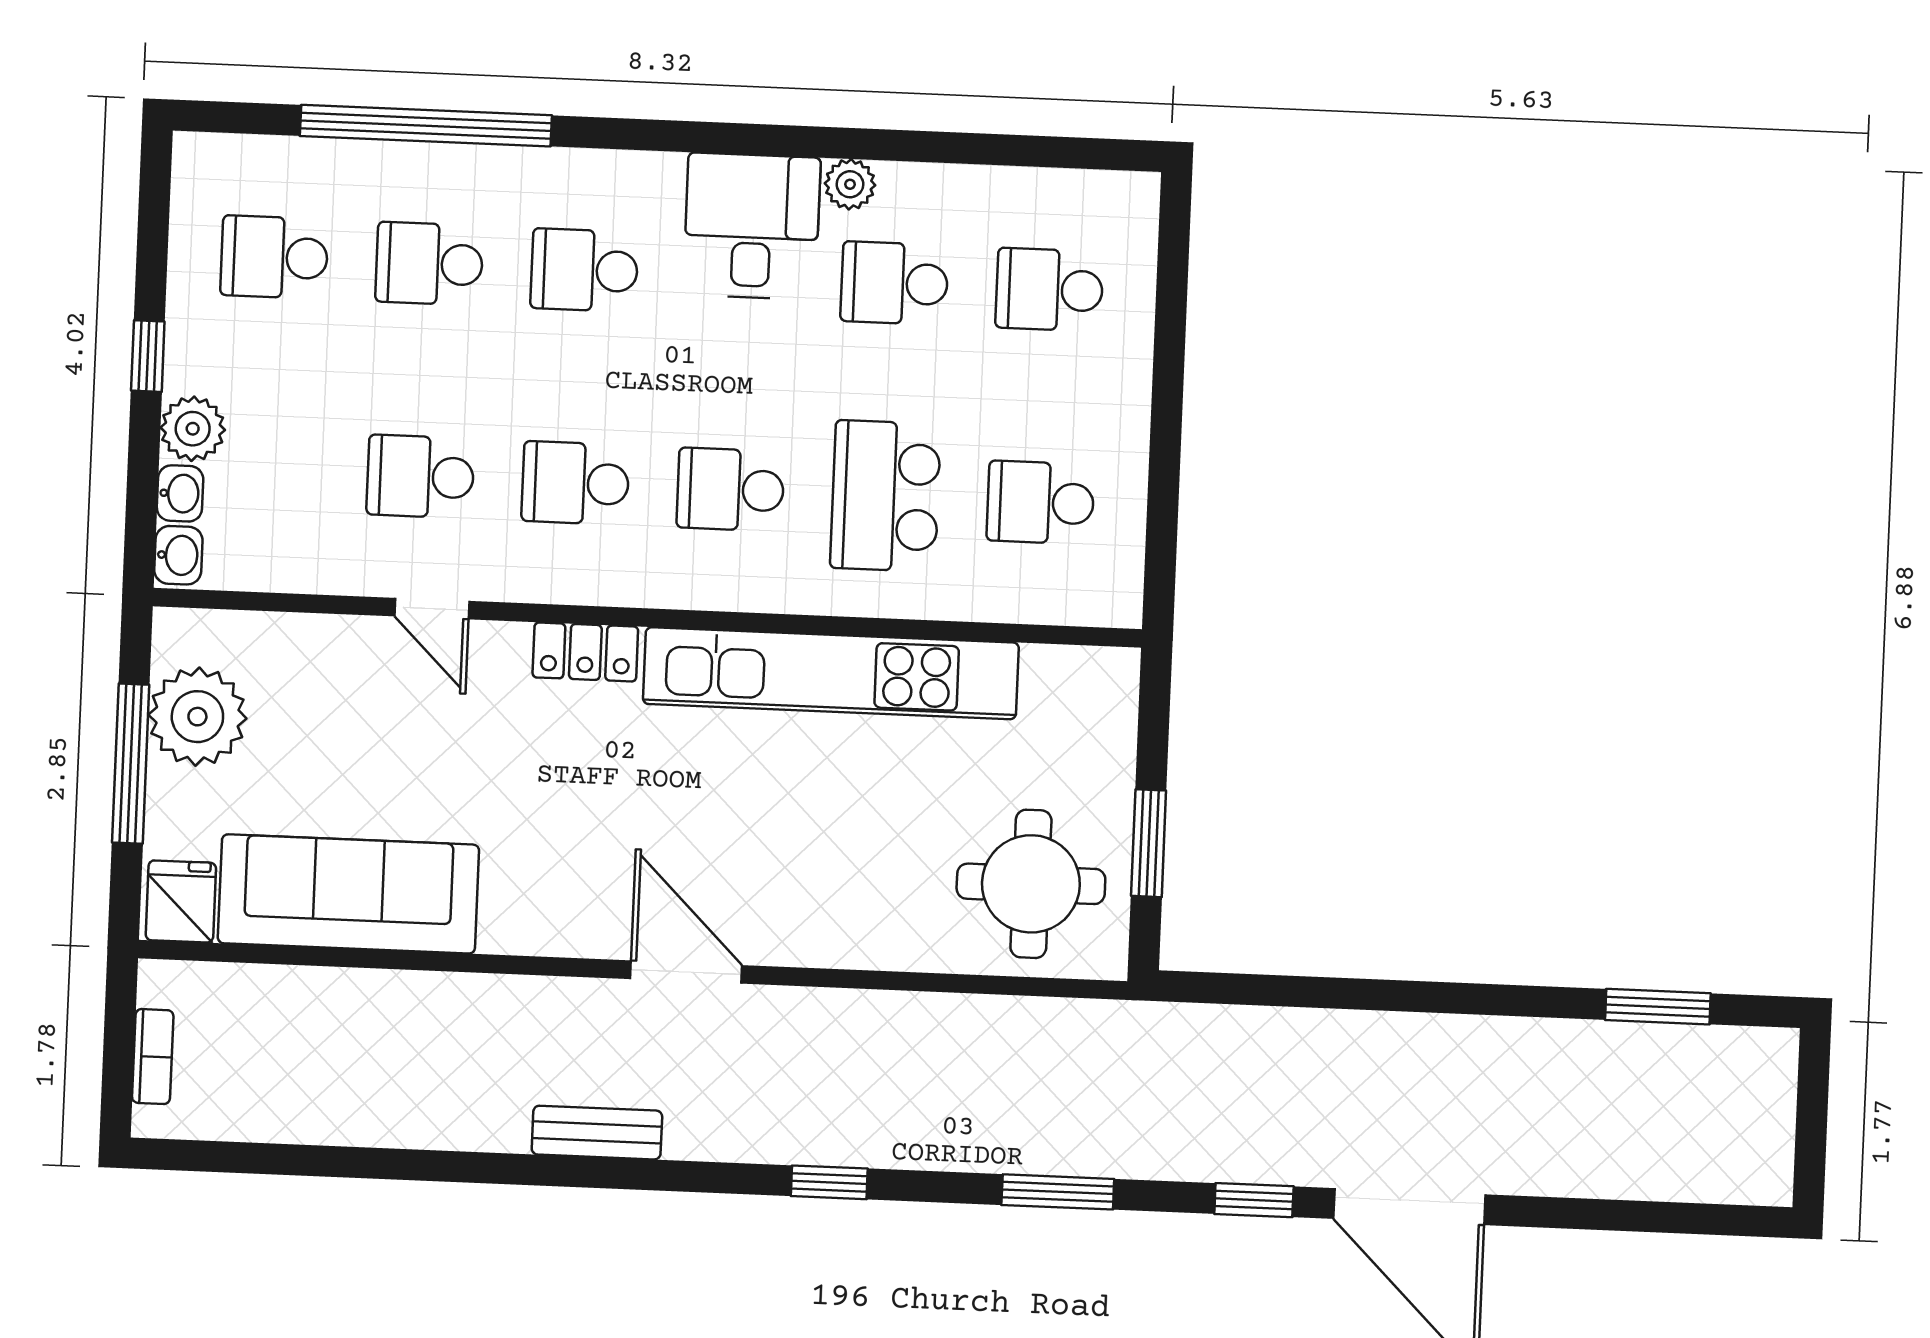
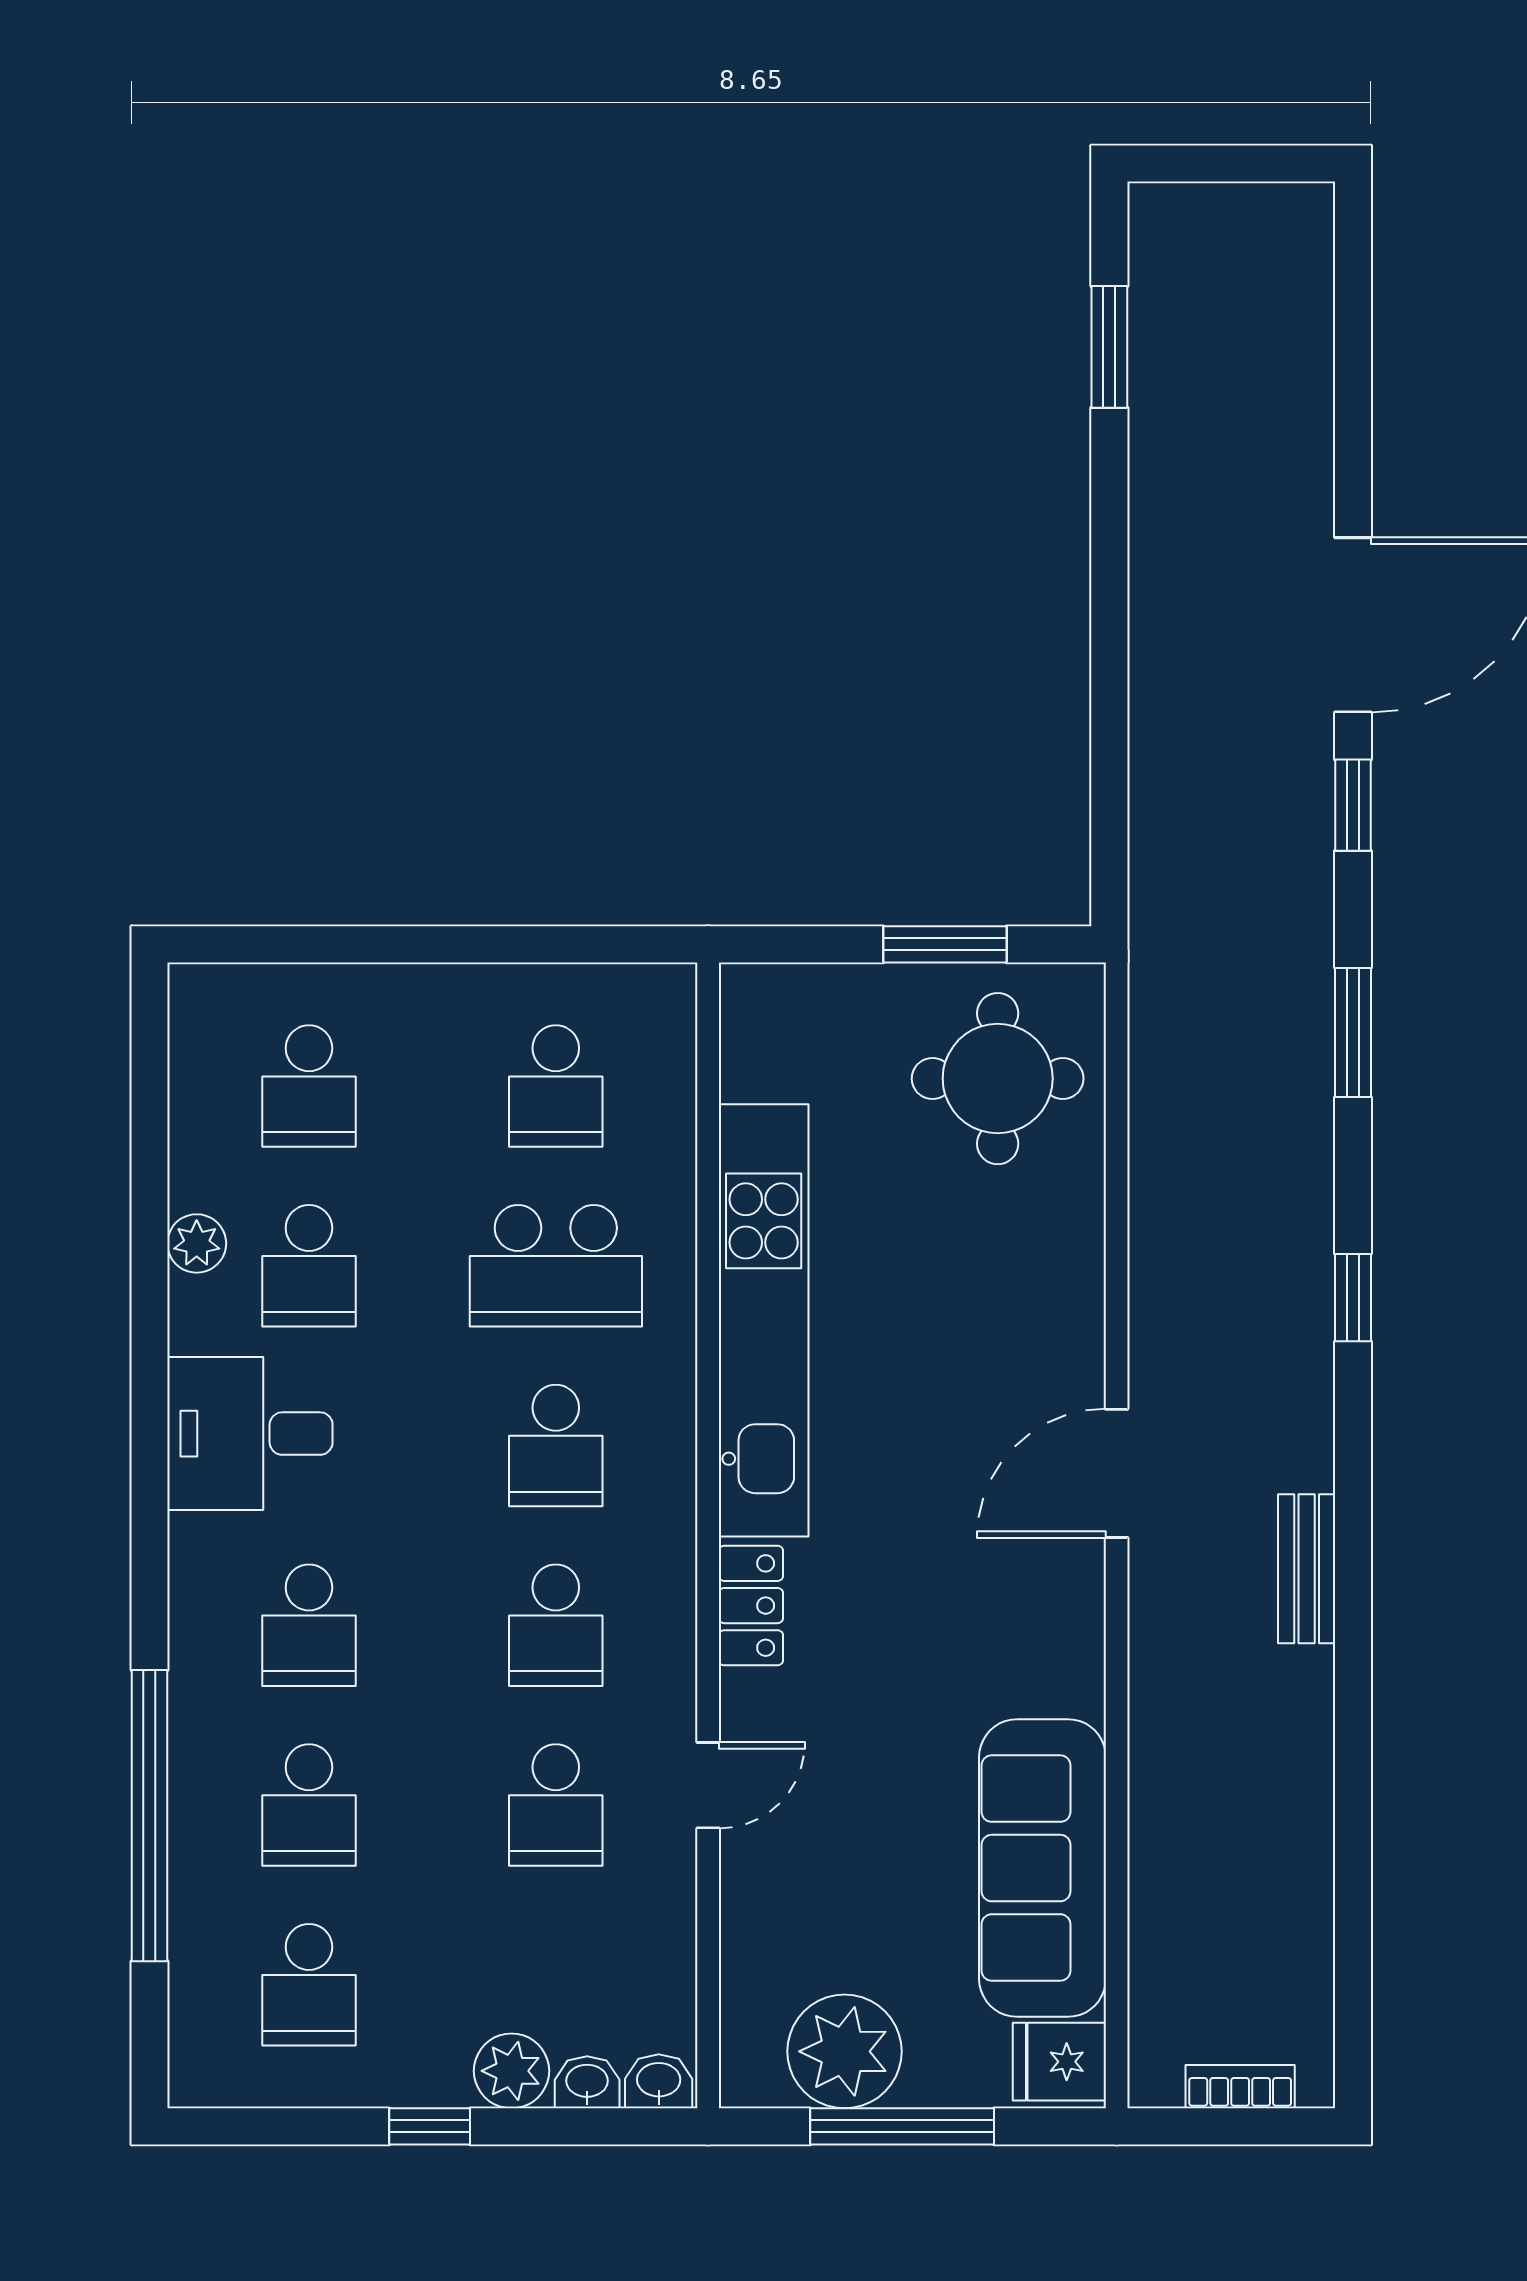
plant: (850, 184) -> (197, 1243), moved

